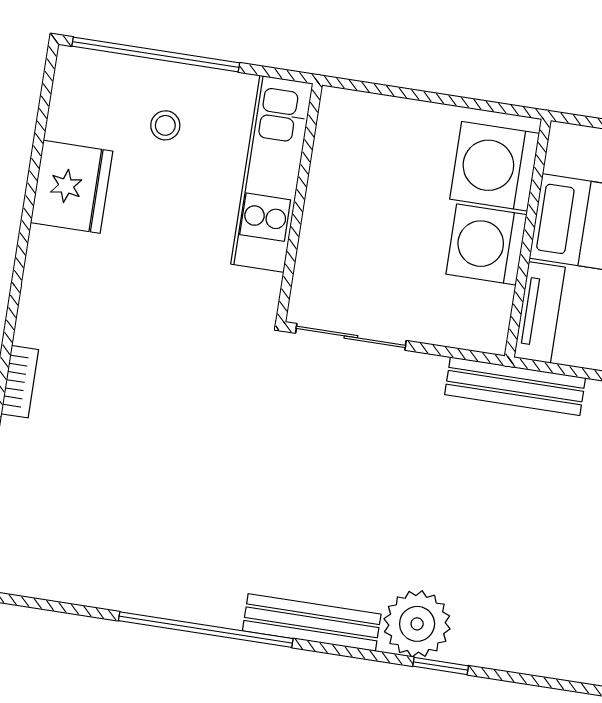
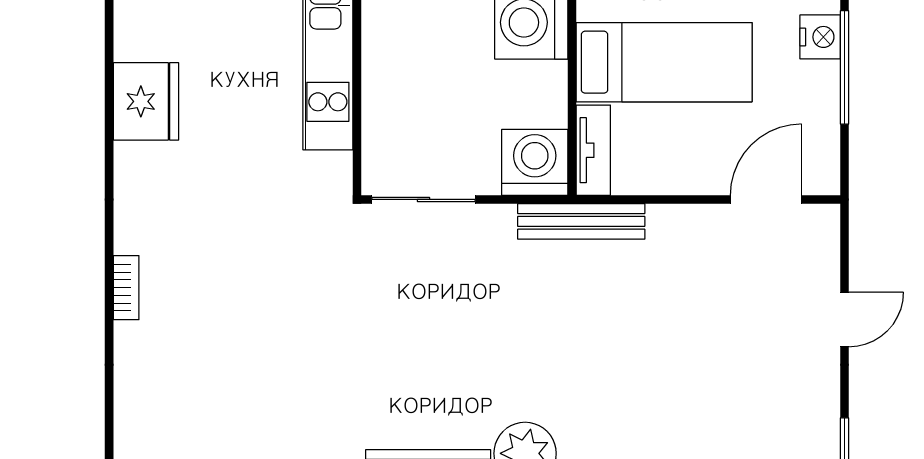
stool: (165, 125) -> (223, 32), removed
washing machine: (486, 244) -> (535, 162), moved, turned 90

